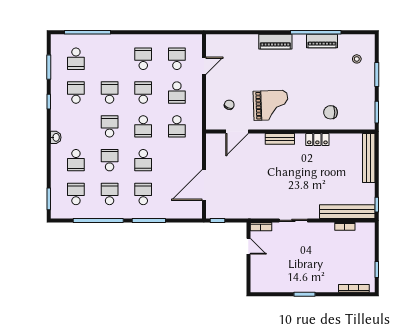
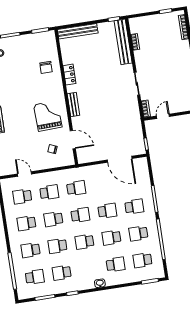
school desk: (110, 59) -> (31, 250), added
school desk: (143, 194) -> (134, 207), turned 180

